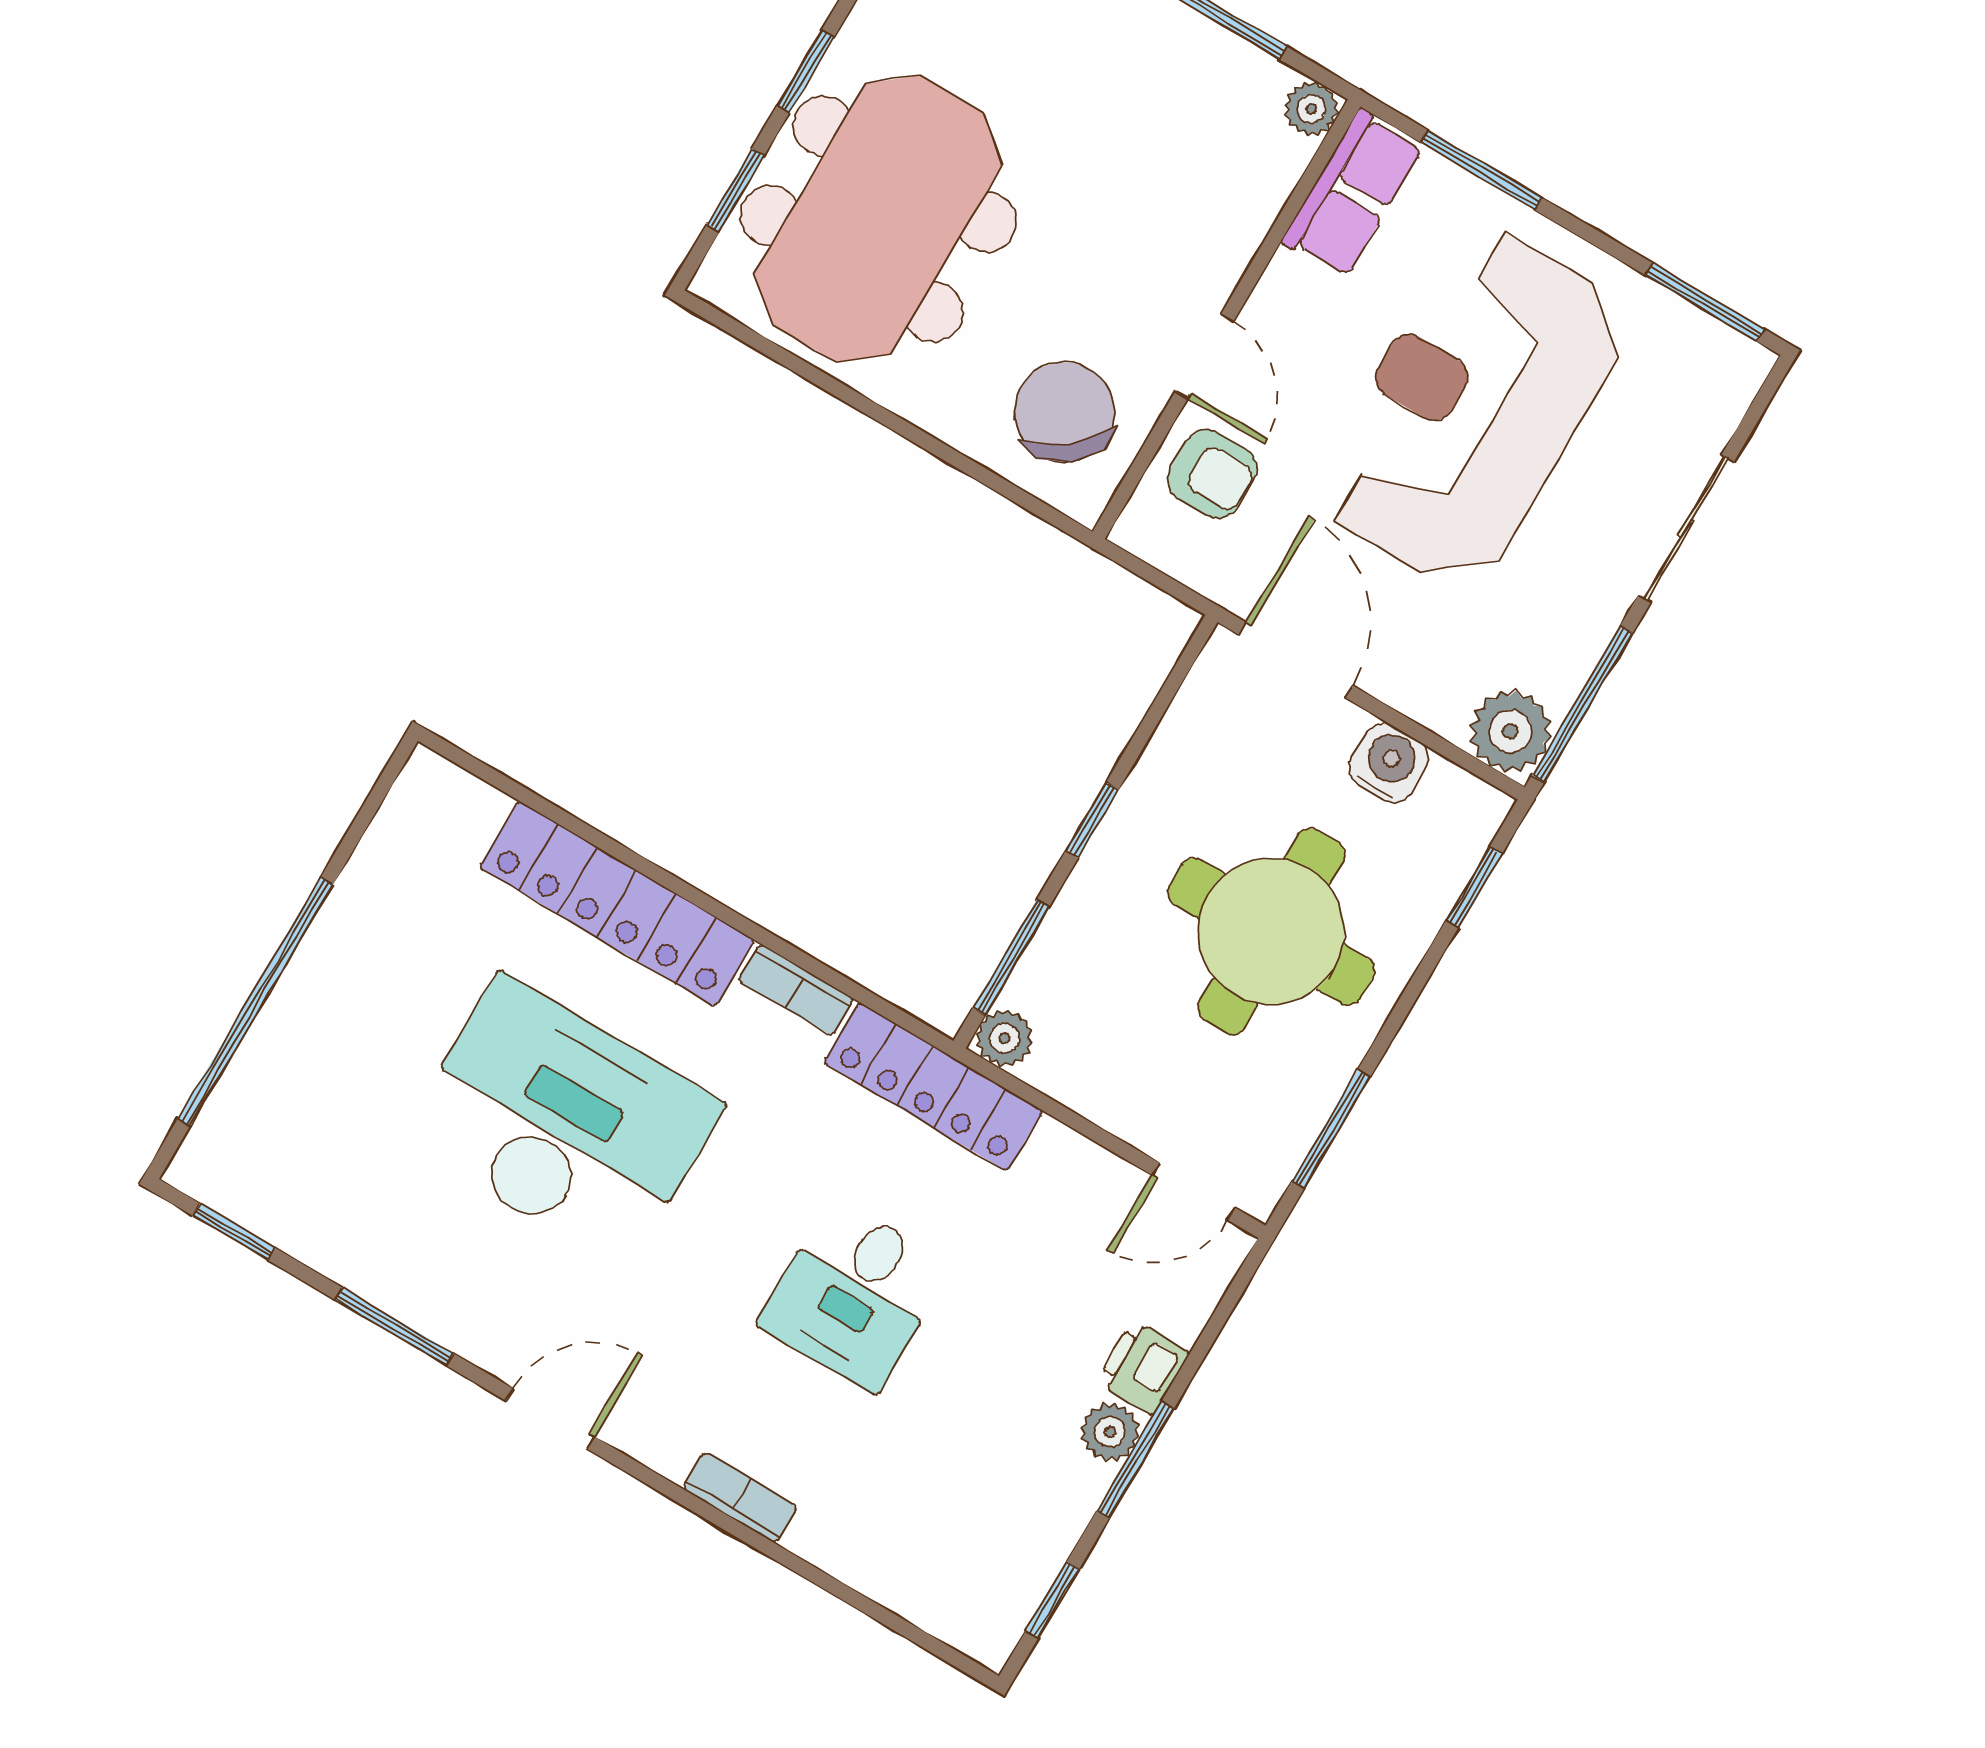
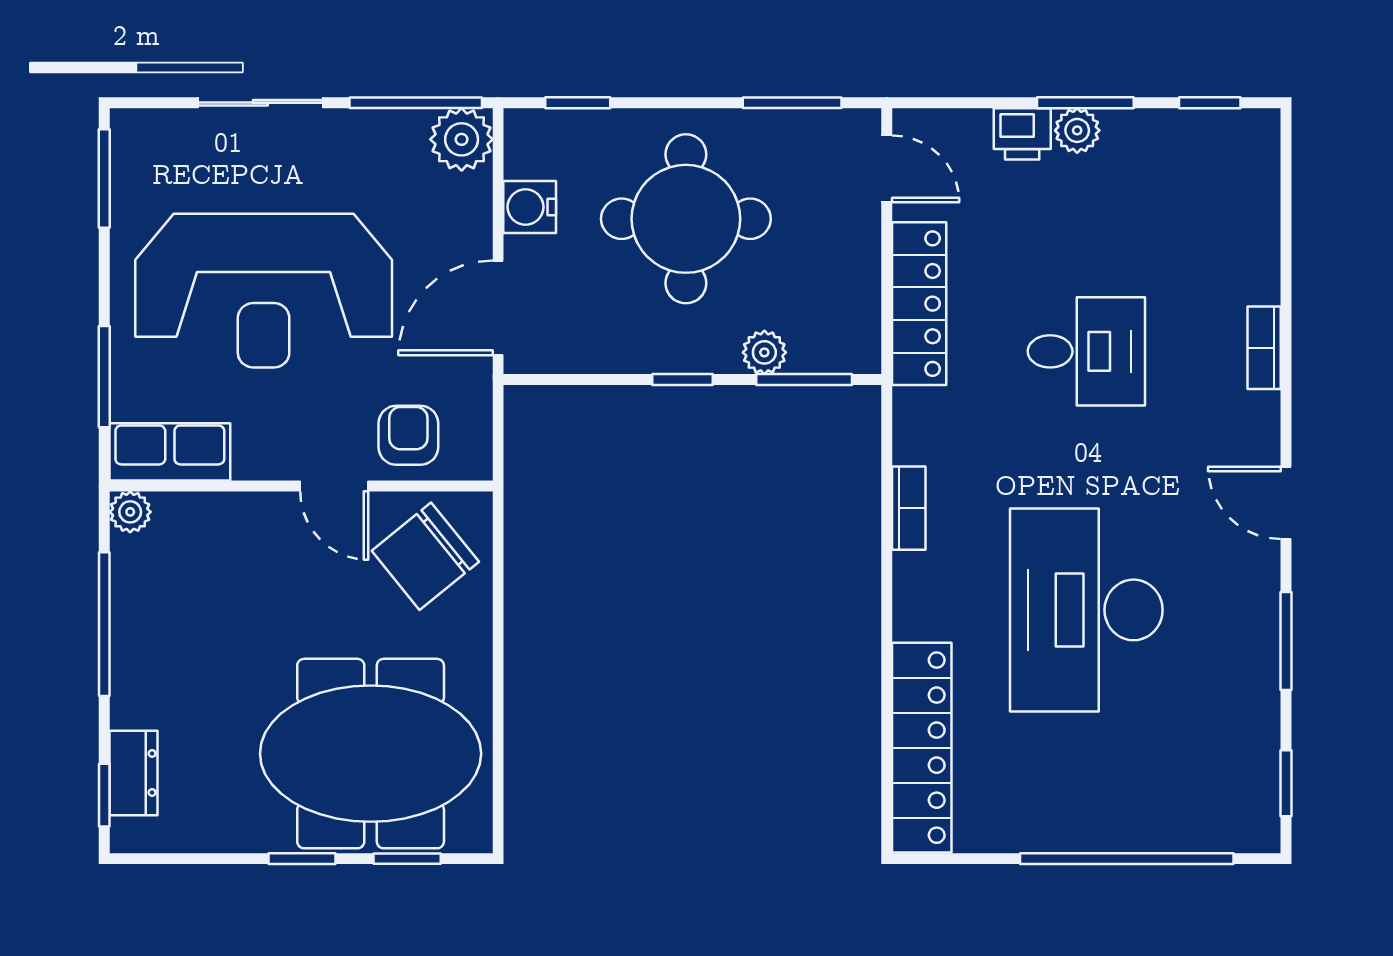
door: (1204, 356) -> (334, 486), swing flipped
locker: (617, 904) -> (922, 748), moved
plant: (1005, 1038) -> (764, 352), moved
locker: (933, 1087) -> (919, 304), moved

